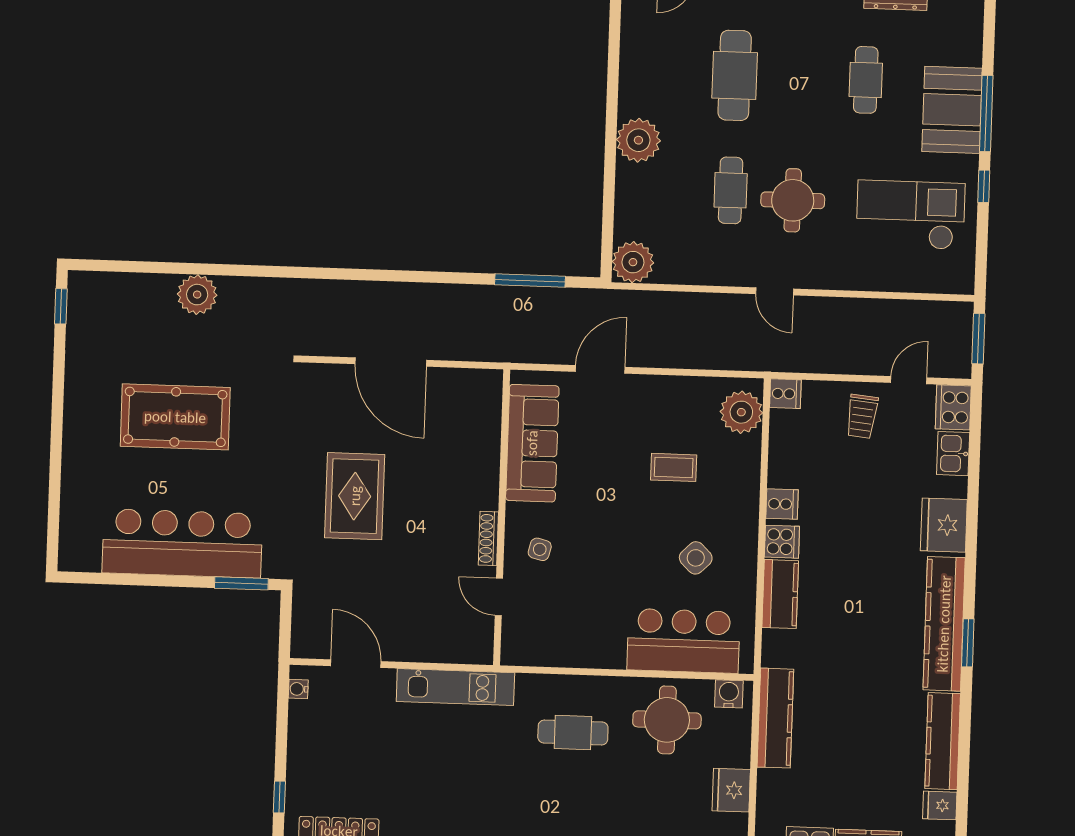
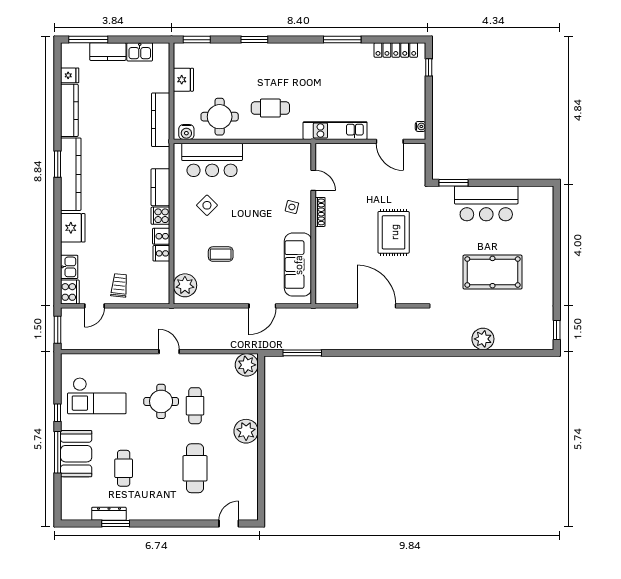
cooker: (785, 394) -> (161, 253), moved
bar counter: (182, 543) -> (486, 203), width x0.73

